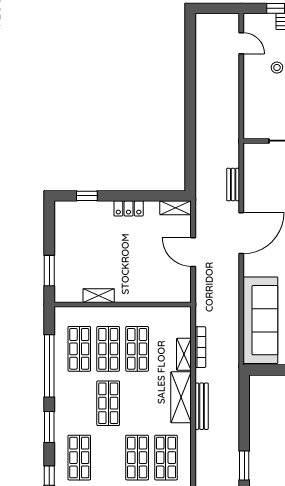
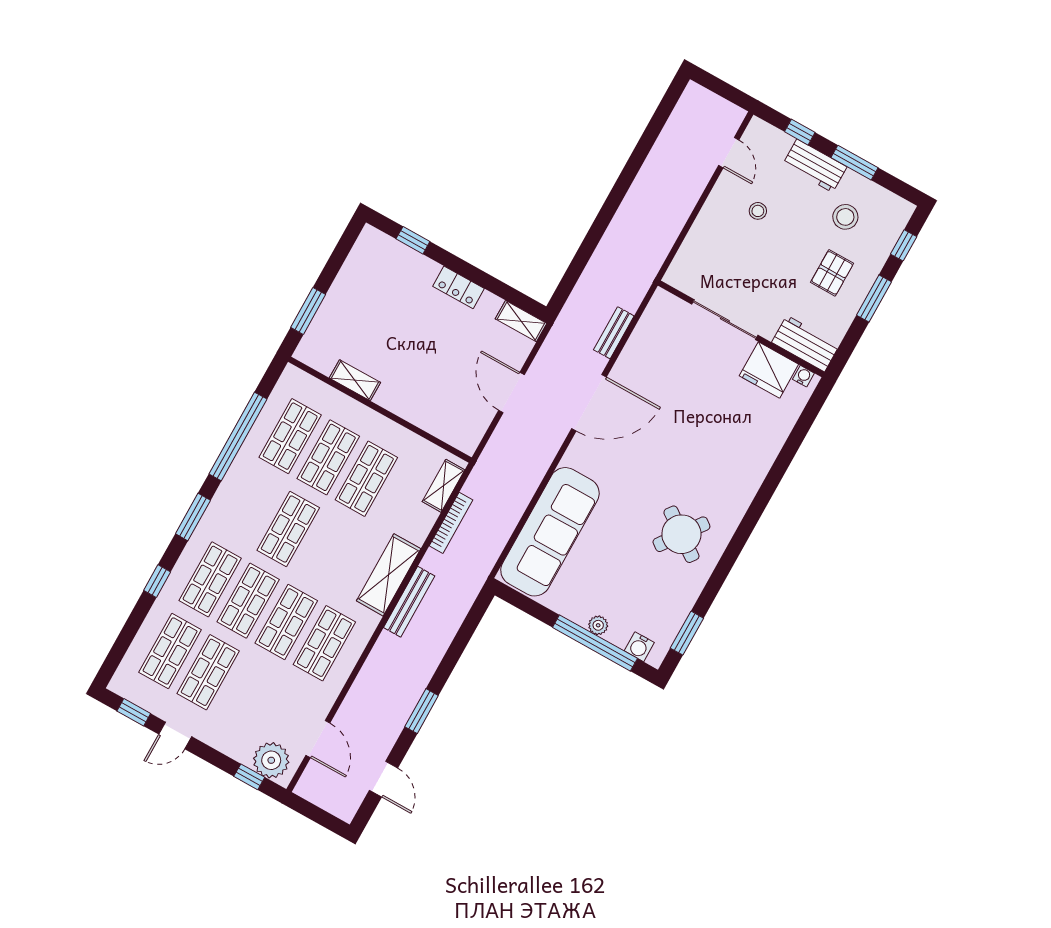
shelving: (184, 354) -> (444, 486), moved
shop shelf: (108, 458) -> (248, 601), added

